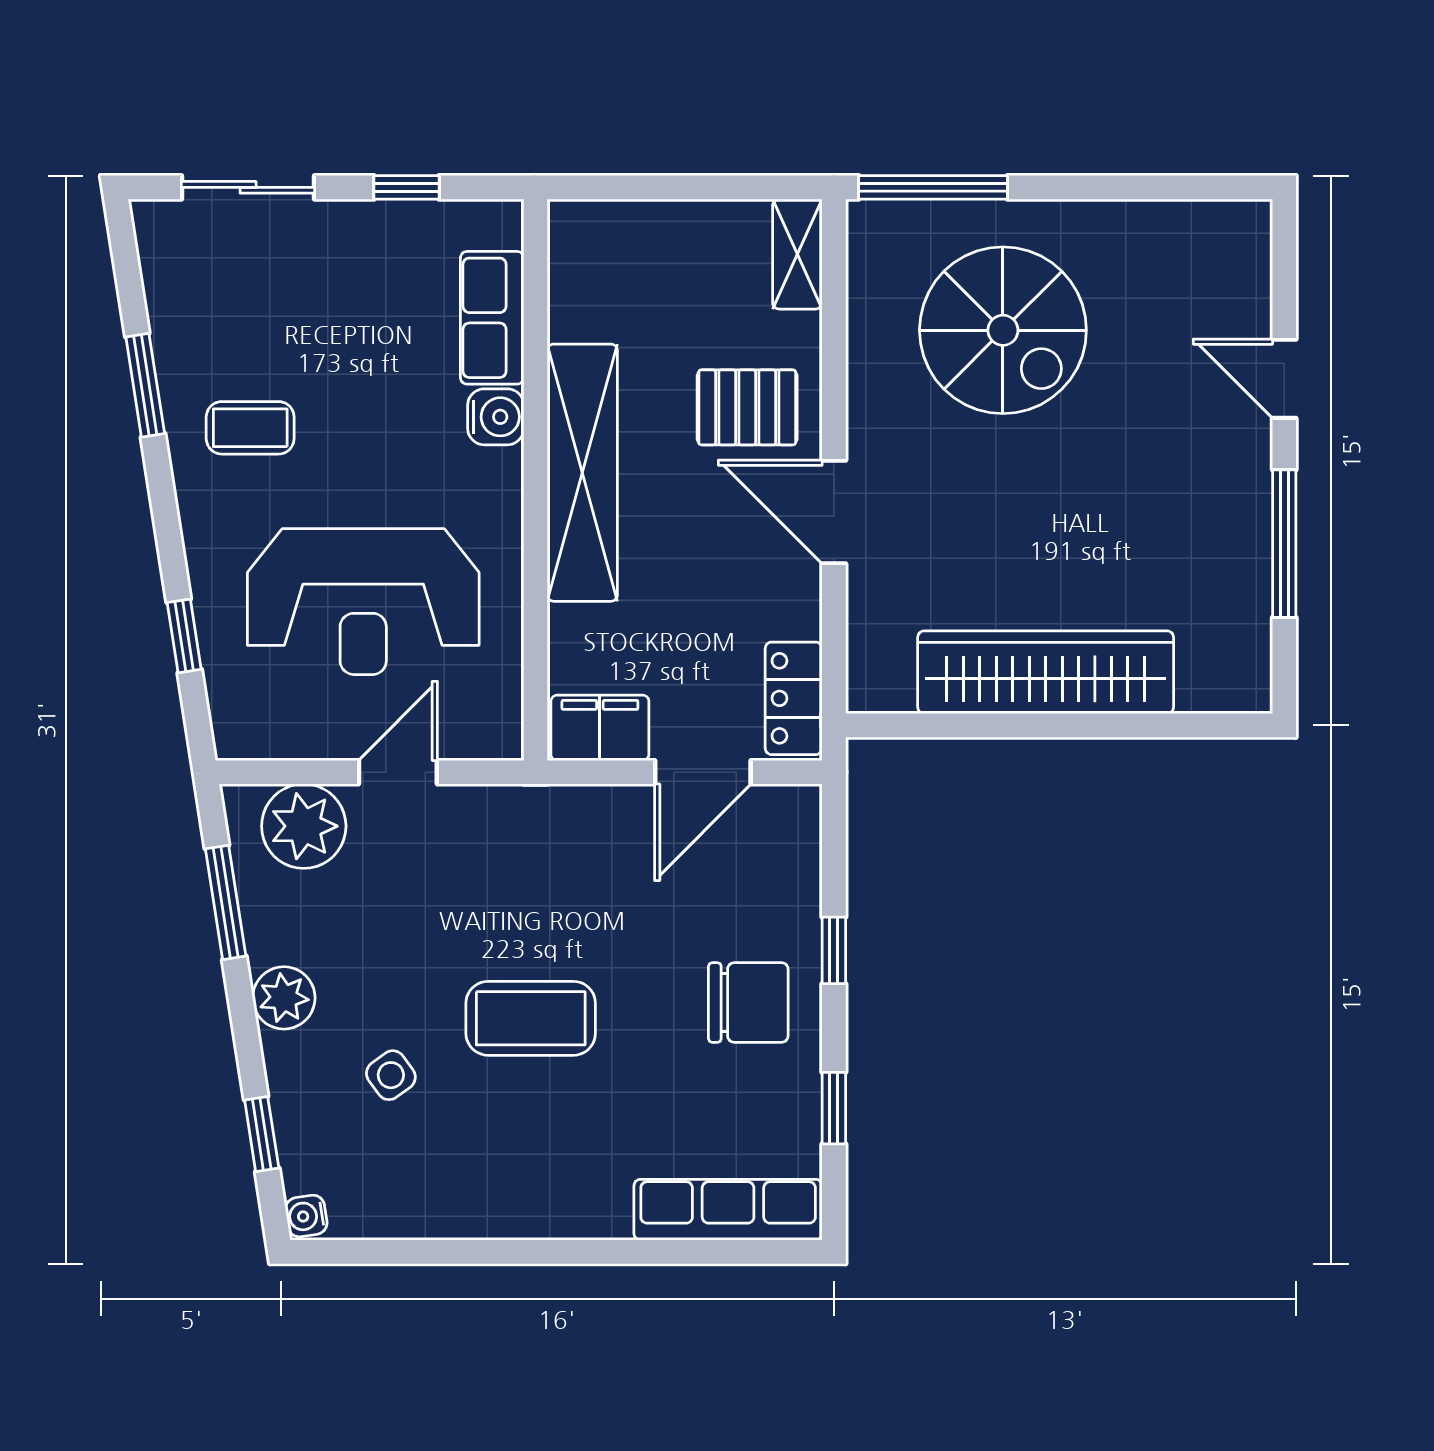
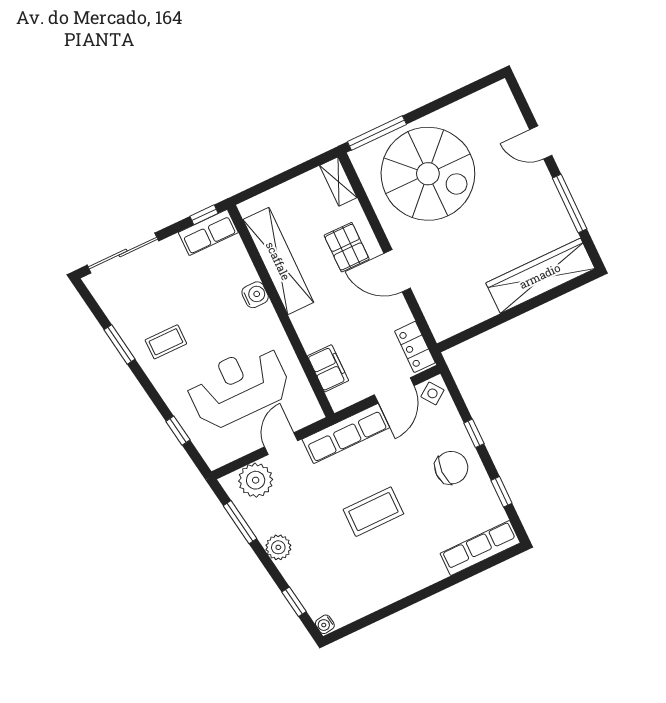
sliding door: (248, 187) -> (123, 253), width x1.37
window: (406, 187) -> (204, 215), moved
row of seats: (492, 318) -> (208, 232), moved, turned -90
spiral stairs: (1003, 330) -> (428, 174), width x1.37, depth x1.37
pallet: (747, 407) -> (347, 247), turned 90
shelving: (582, 473) -> (278, 261), moved
reception desk: (363, 602) -> (238, 386), turned 180
wardrobe: (1046, 672) -> (540, 276), moved
filing cabinet: (600, 728) -> (328, 368), moved, turned 90
row of seats: (551, 817) -> (346, 433), added
side table: (391, 1075) -> (432, 393), moved

